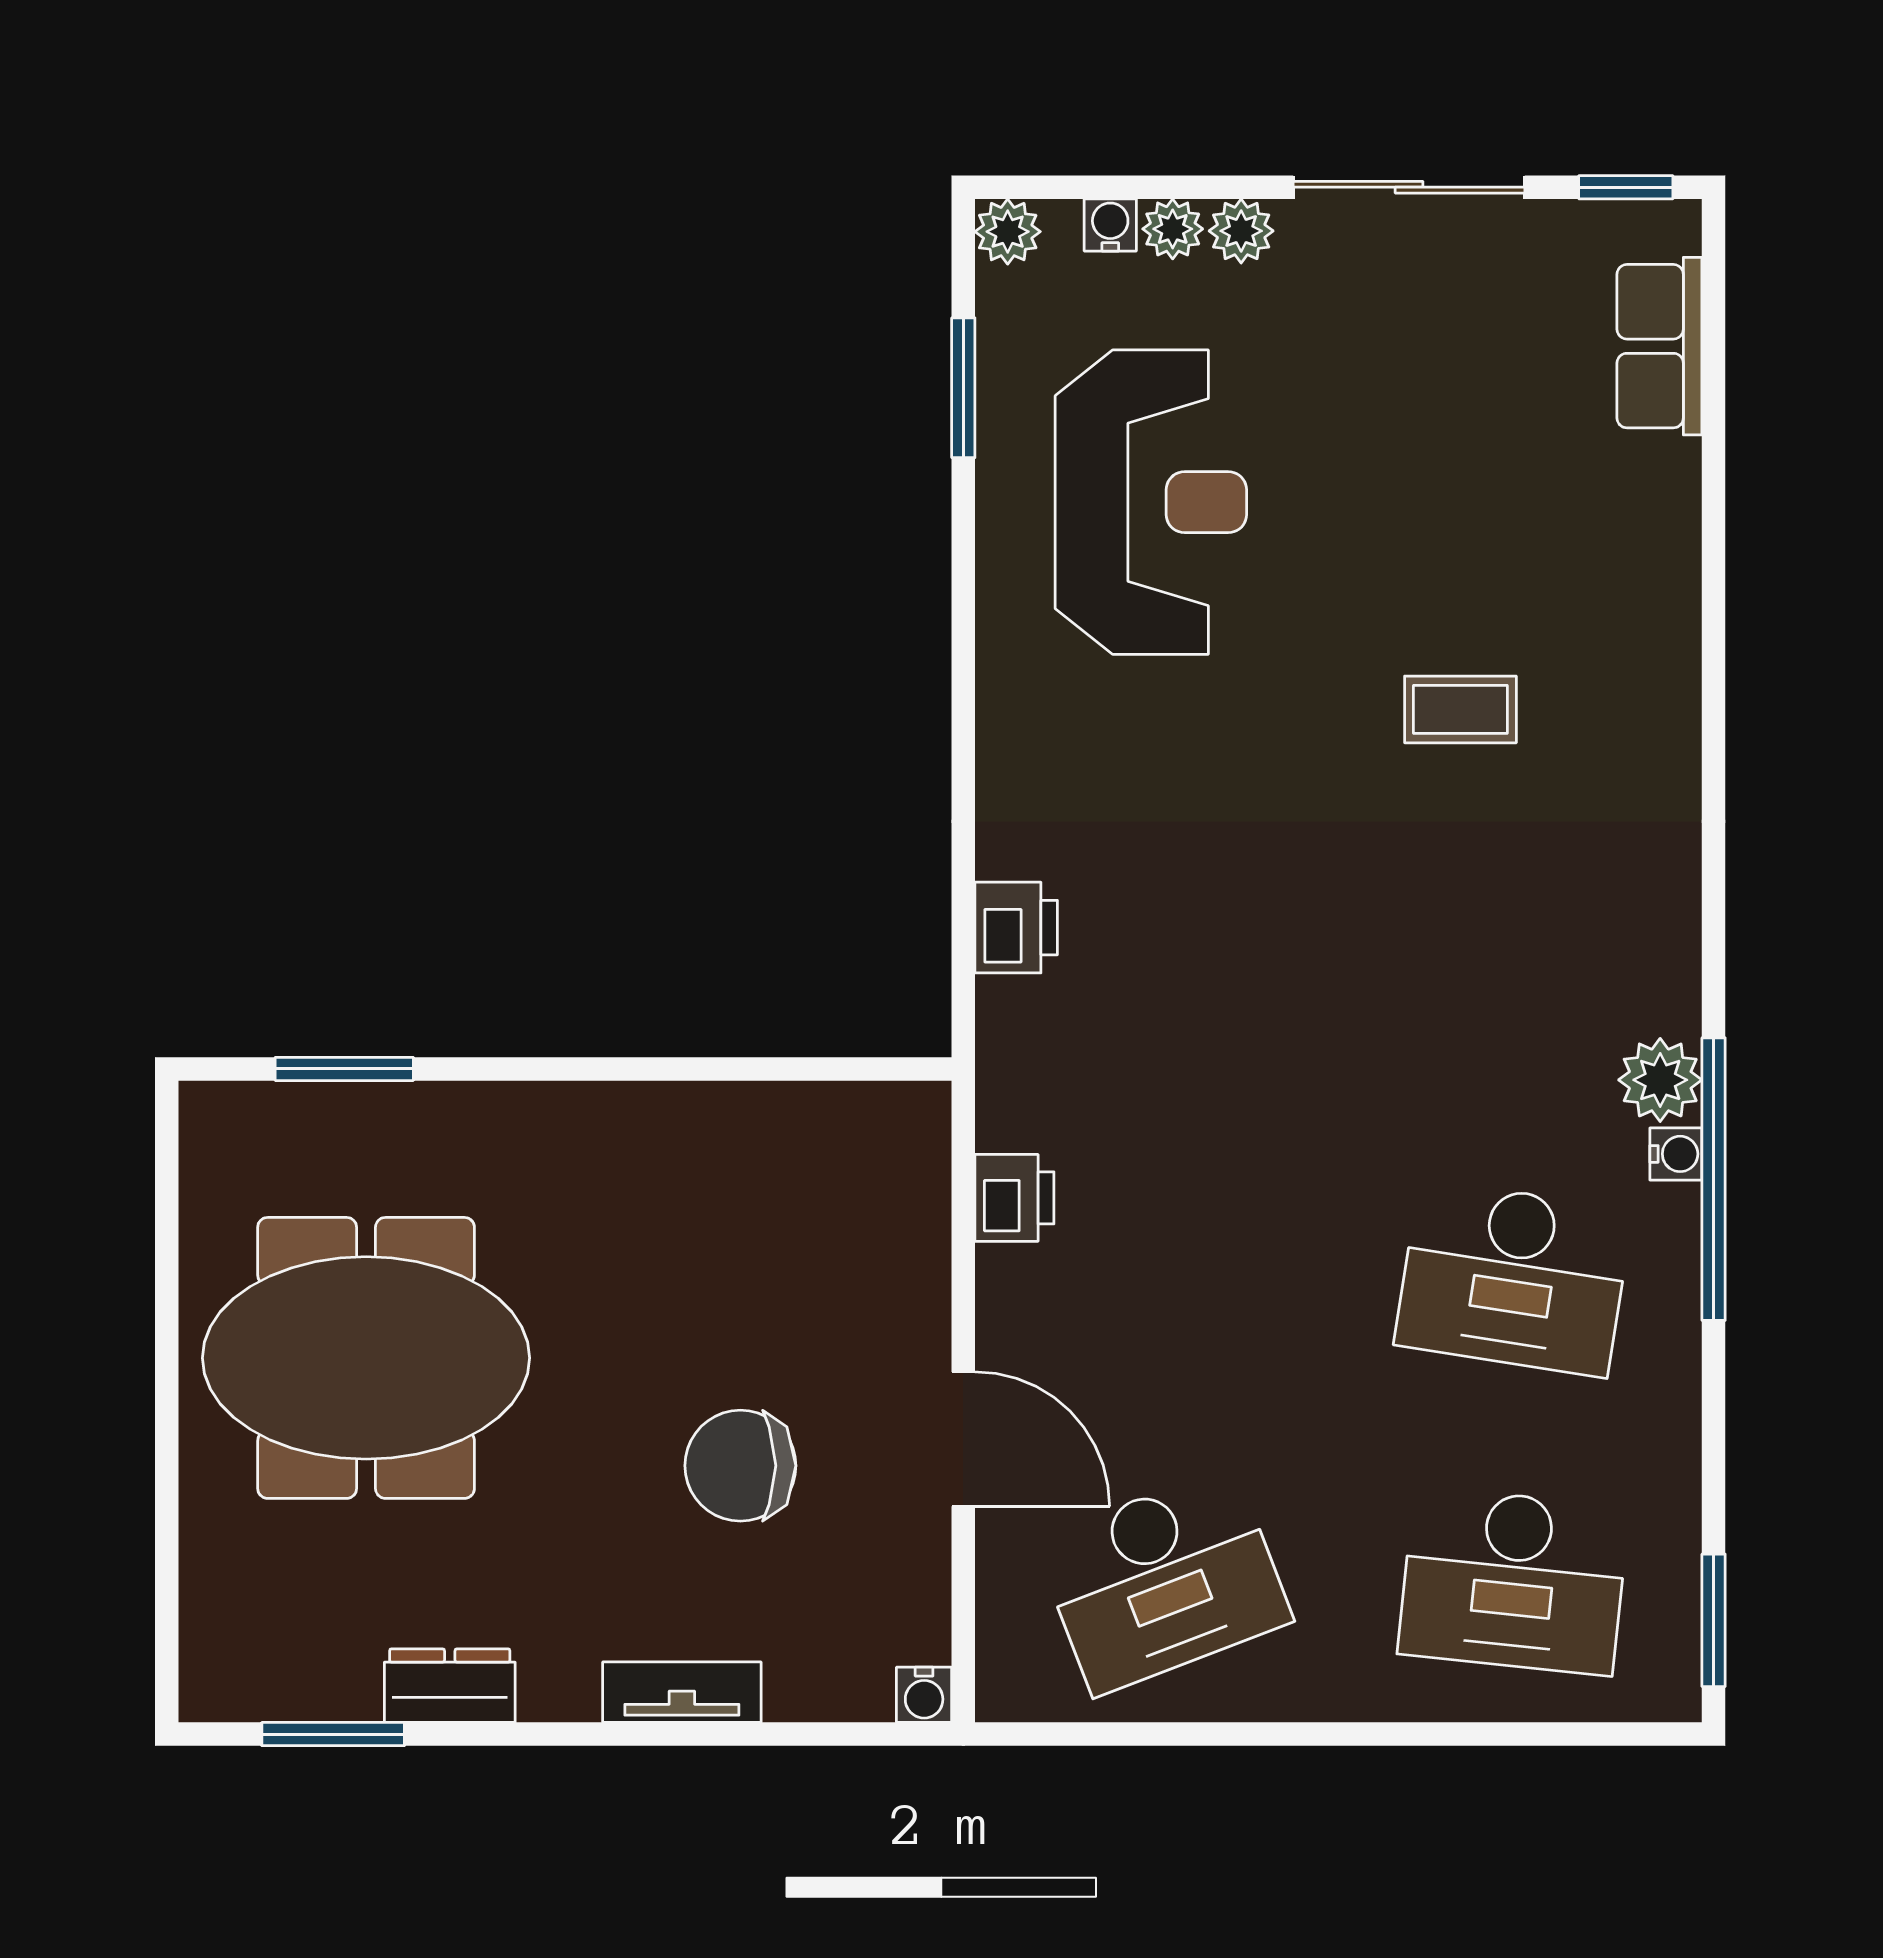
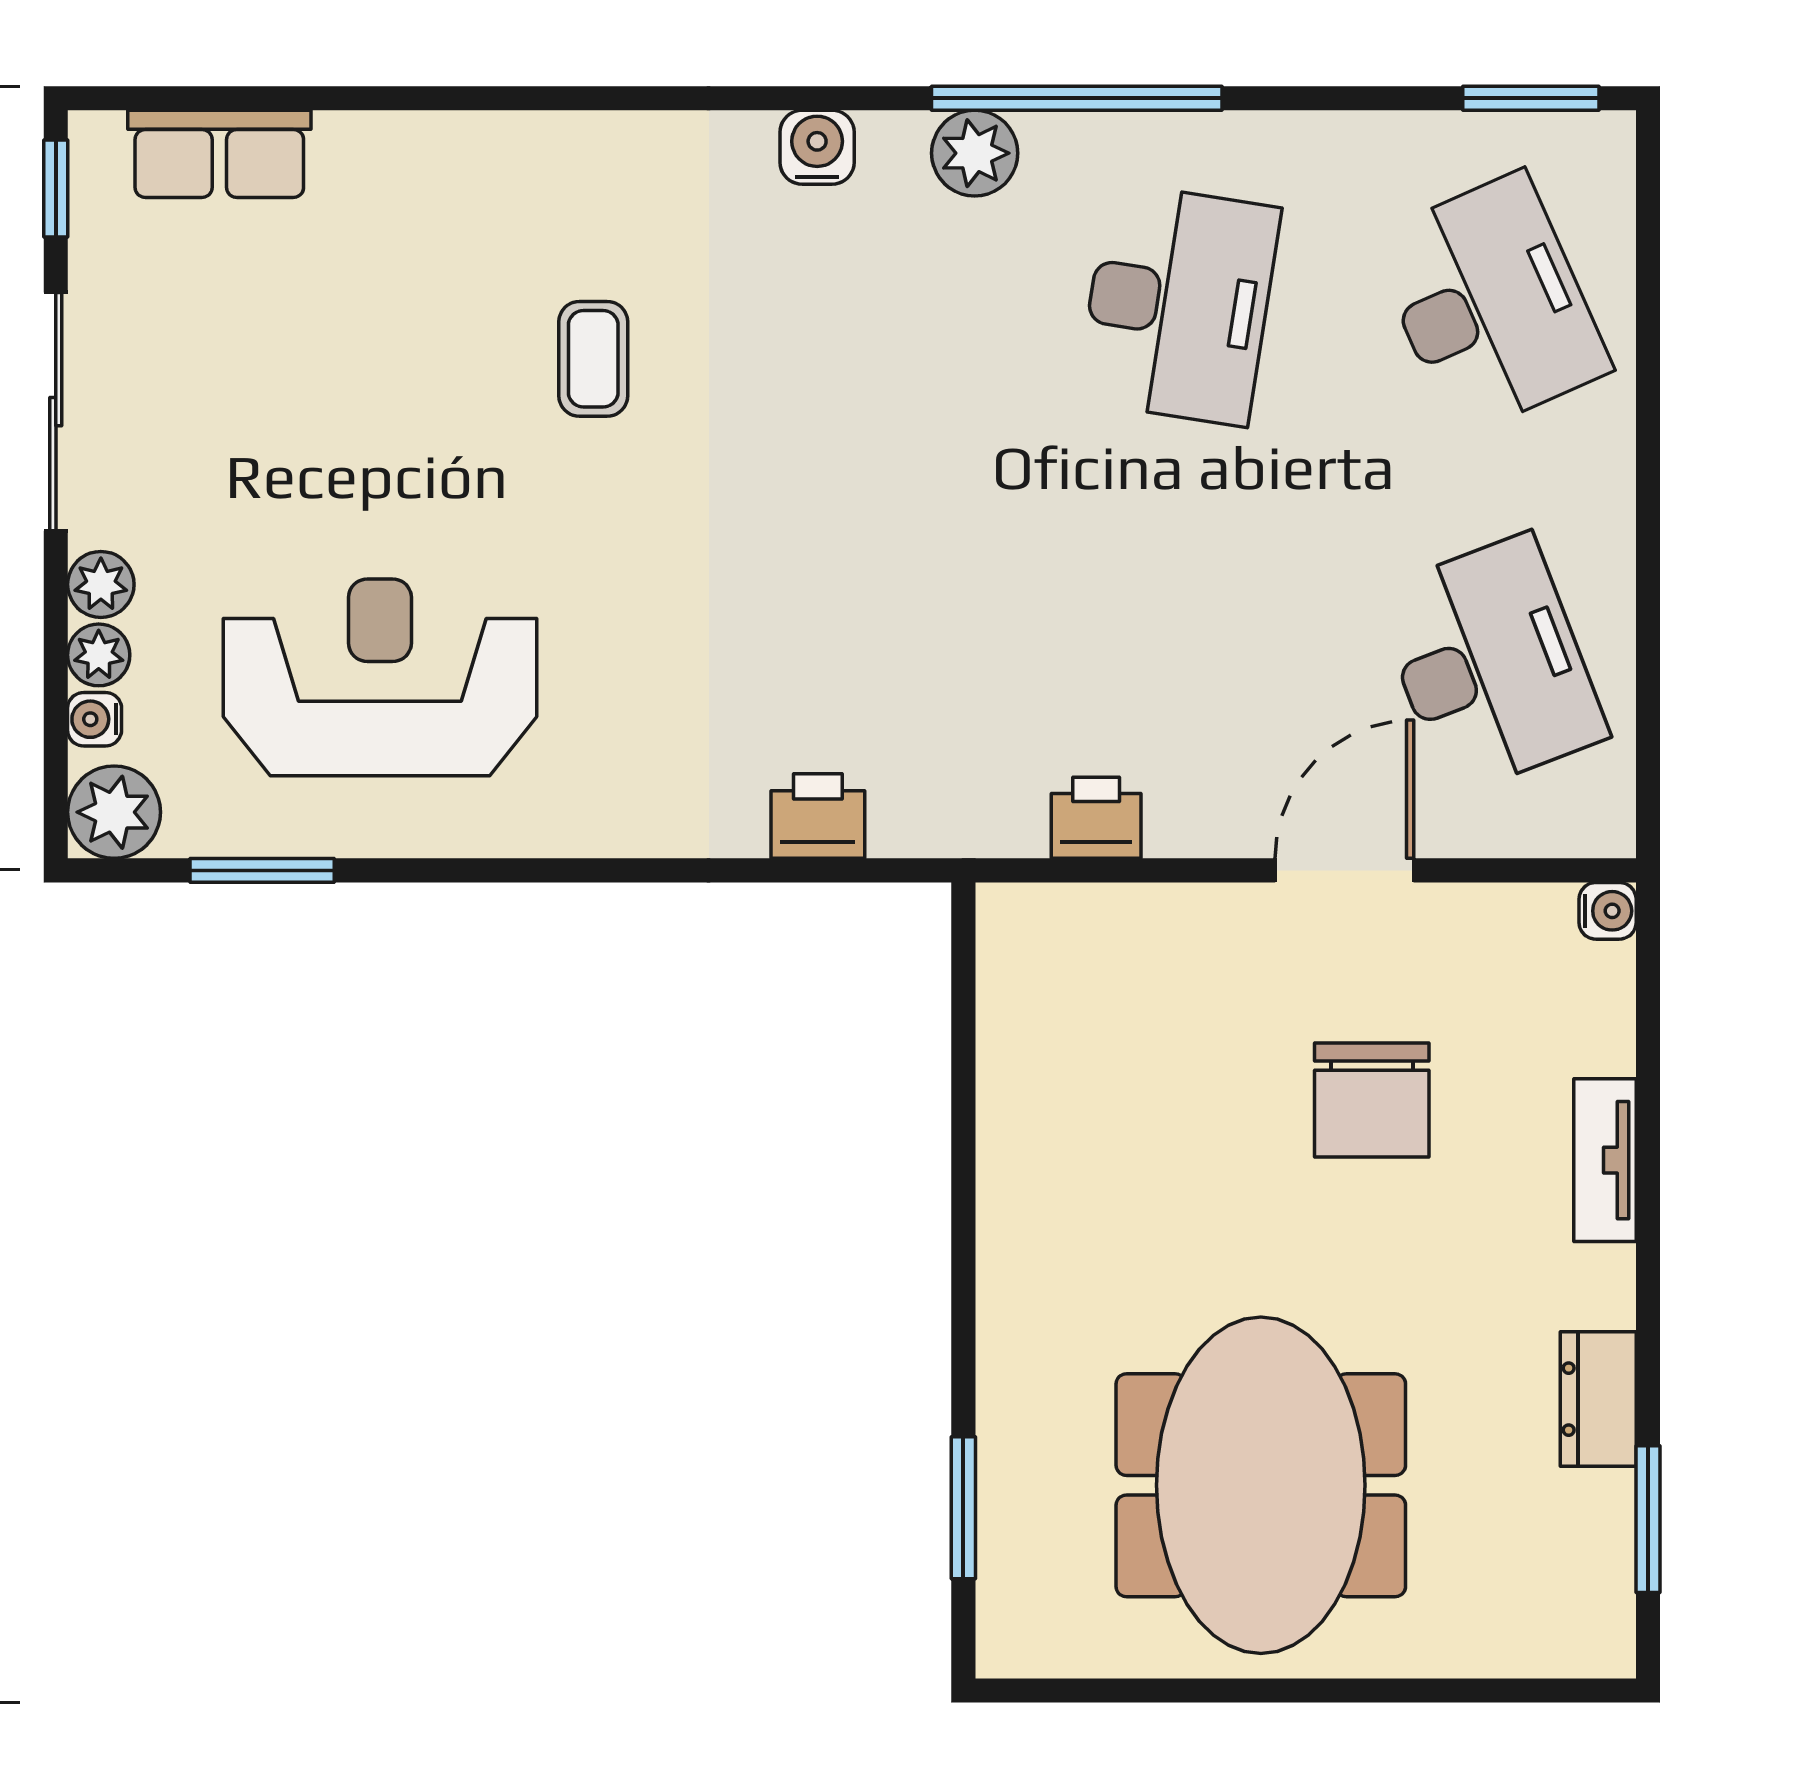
plant: (1008, 232) -> (114, 812), width x1.38, depth x1.38
water cooler: (1676, 1154) -> (817, 147), moved, width x1.38, depth x1.38
desk: (1513, 1581) -> (1490, 304), turned -30

